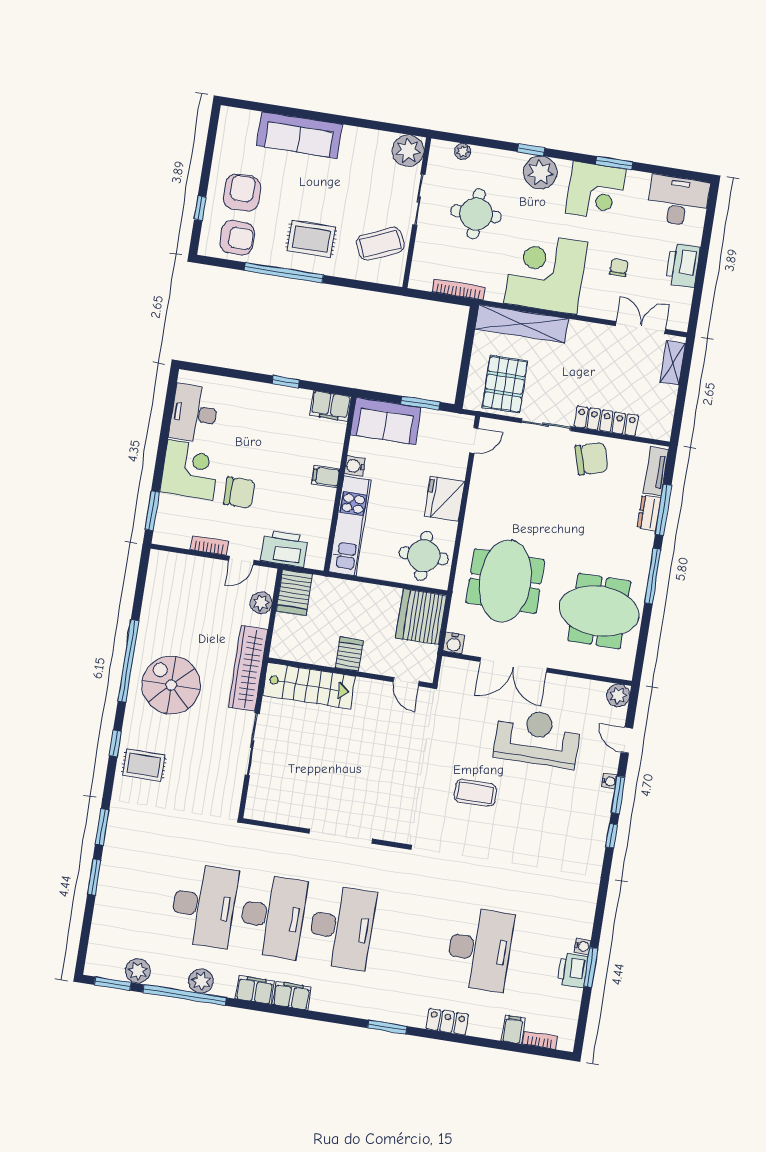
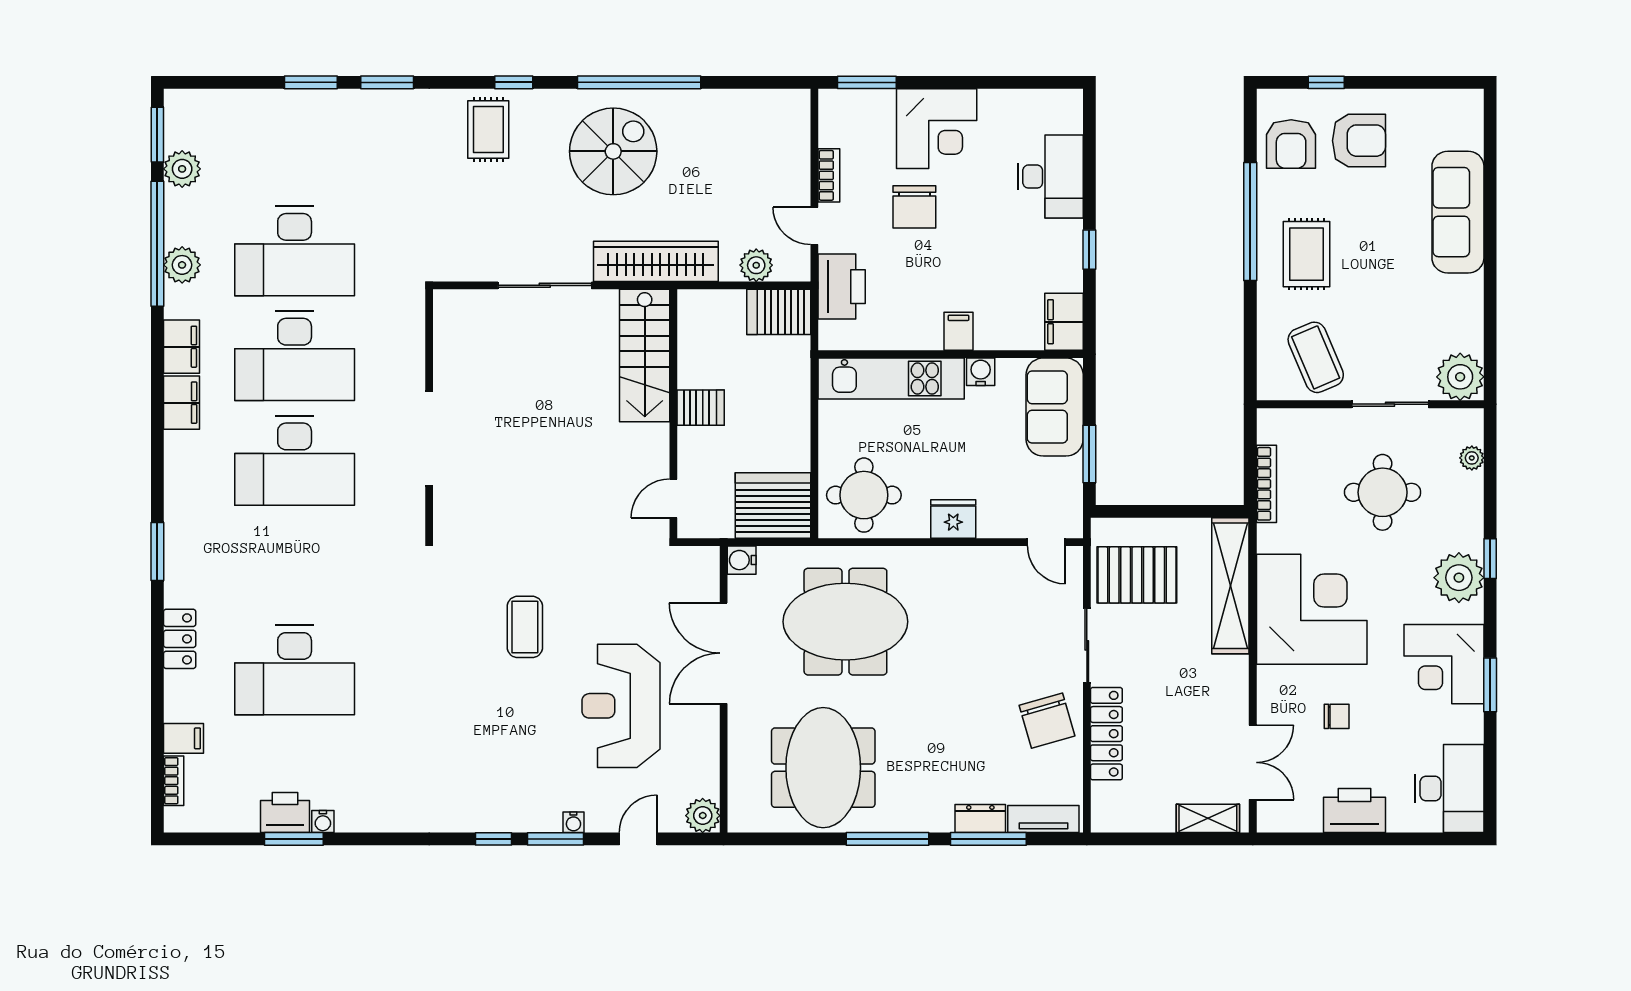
desk: (194, 413) -> (1050, 177), moved, turned 90
fridge: (445, 499) -> (953, 519), width x0.73, depth x0.75
reception desk: (537, 738) -> (621, 706), turned 180

